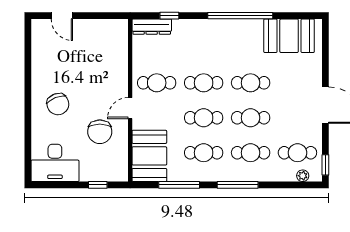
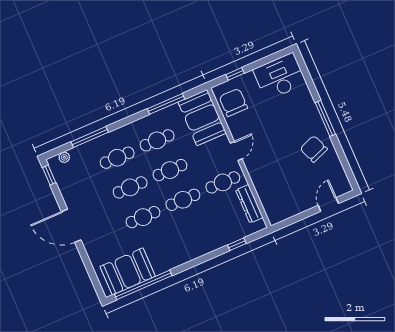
door: (62, 16) -> (328, 204), hinge flipped
window: (240, 16) -> (143, 285), moved
dresser: (152, 27) -> (249, 204), moved, turned -90
window: (28, 102) -> (325, 118), added
chair: (58, 104) -> (314, 149), moved
chair: (100, 132) -> (233, 102), moved
cafe table: (297, 153) -> (77, 175), removed
window: (238, 185) -> (90, 137), moved

